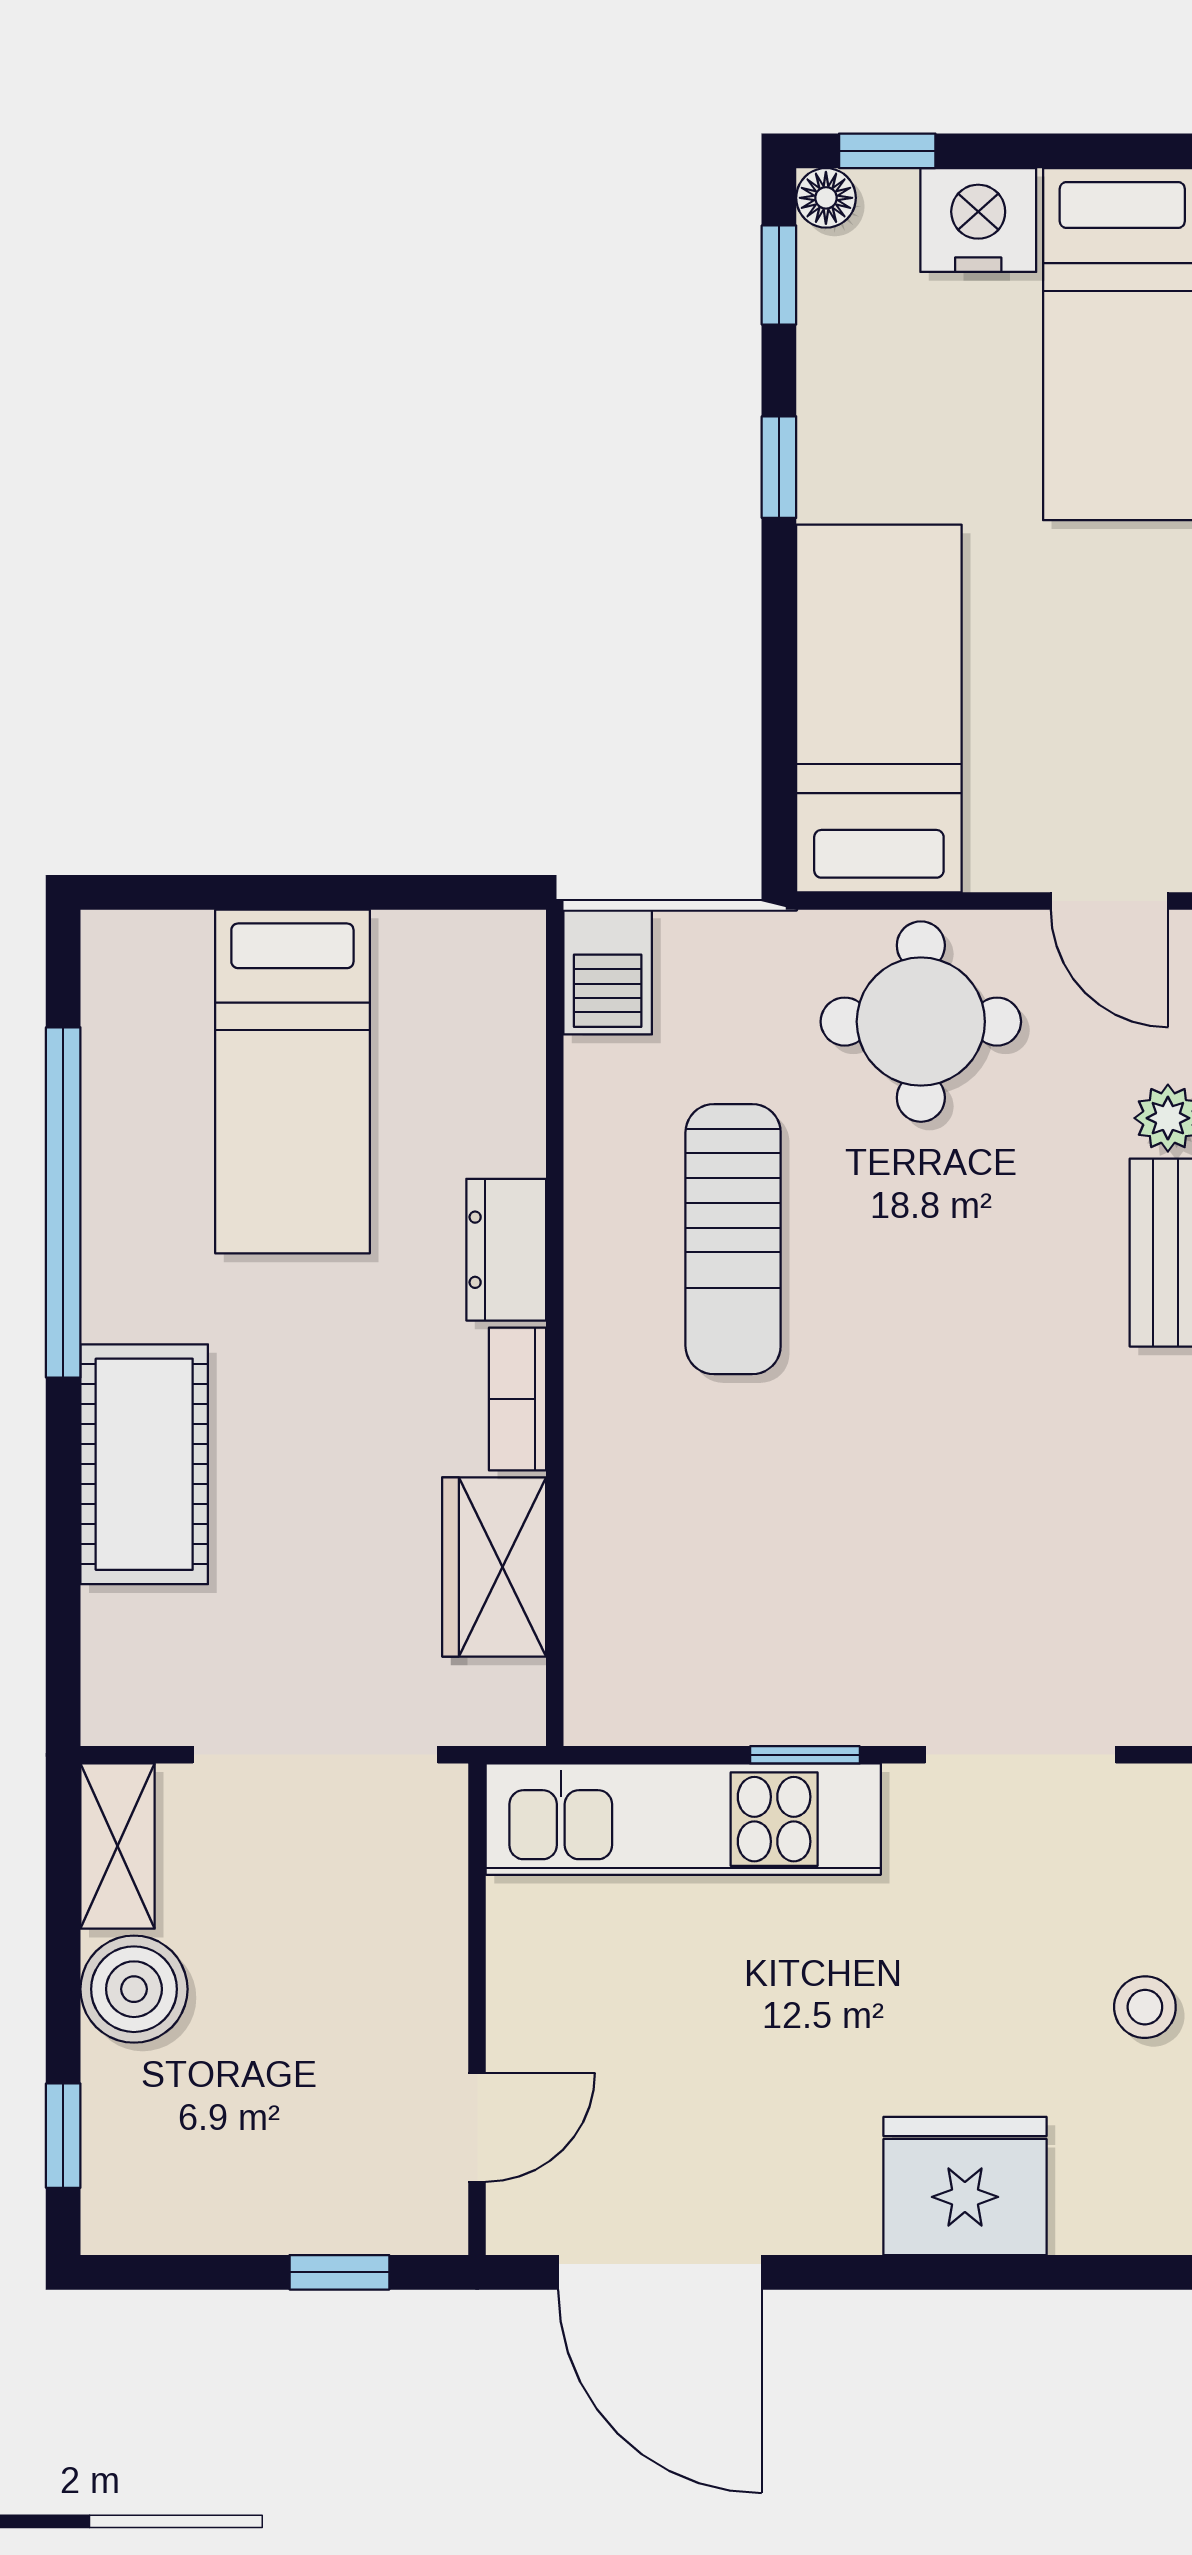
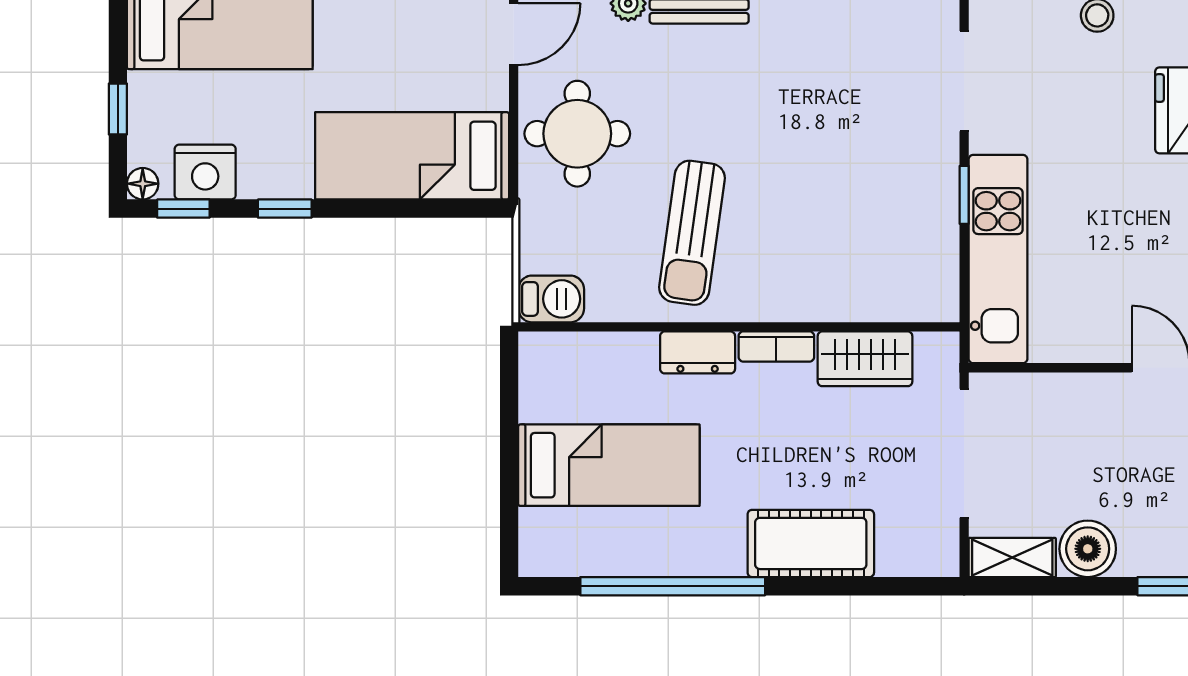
window: (887, 151) -> (118, 109), moved
nightstand: (978, 220) -> (205, 172), moved, turned -90
sun lounger: (733, 1239) -> (692, 233), turned 98

